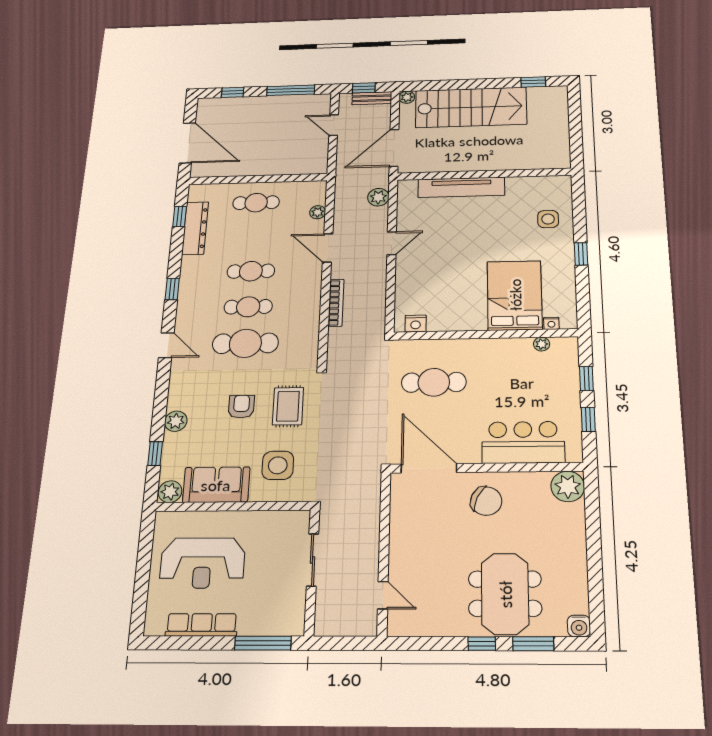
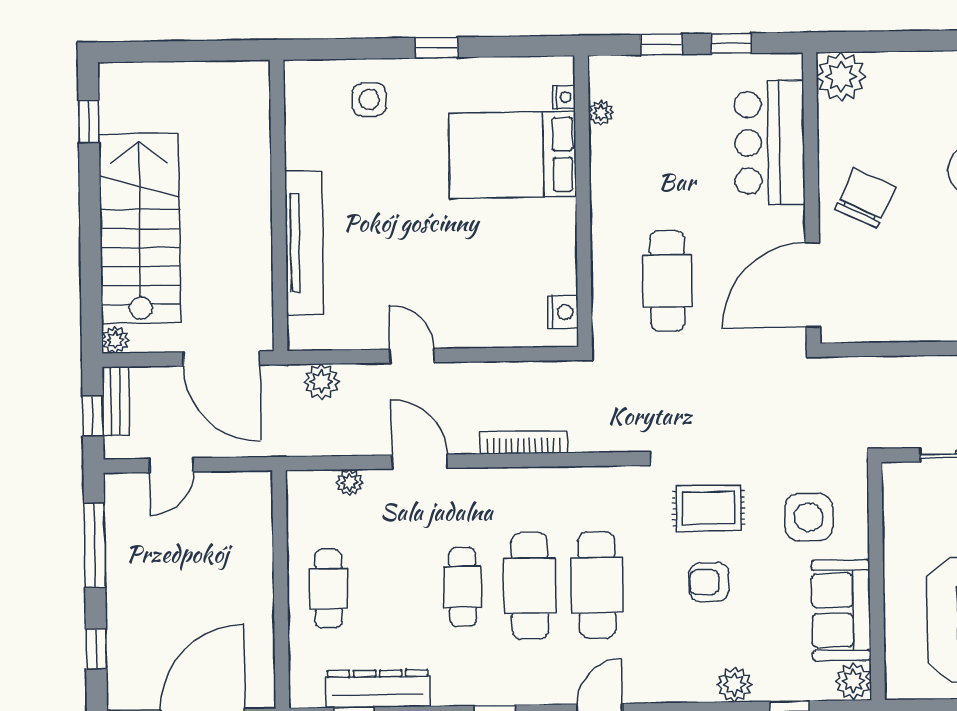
door: (328, 248) -> (420, 462), swing flipped
cafe table: (248, 307) -> (530, 586), width x1.37, depth x1.35

